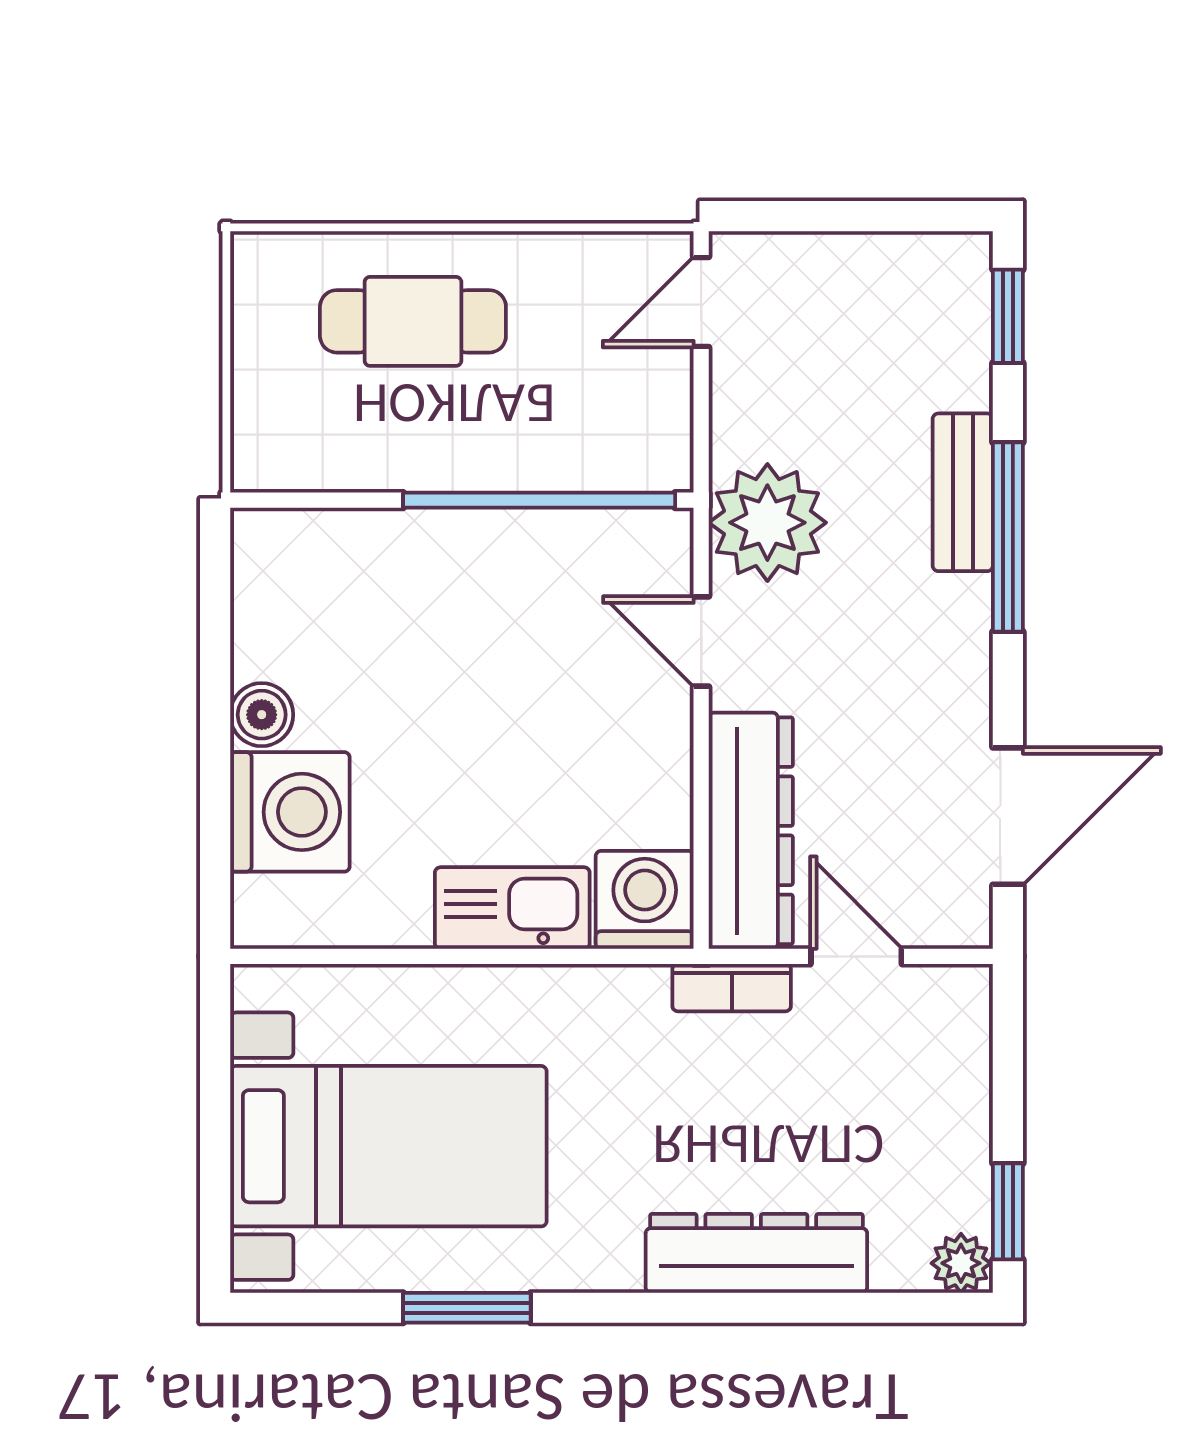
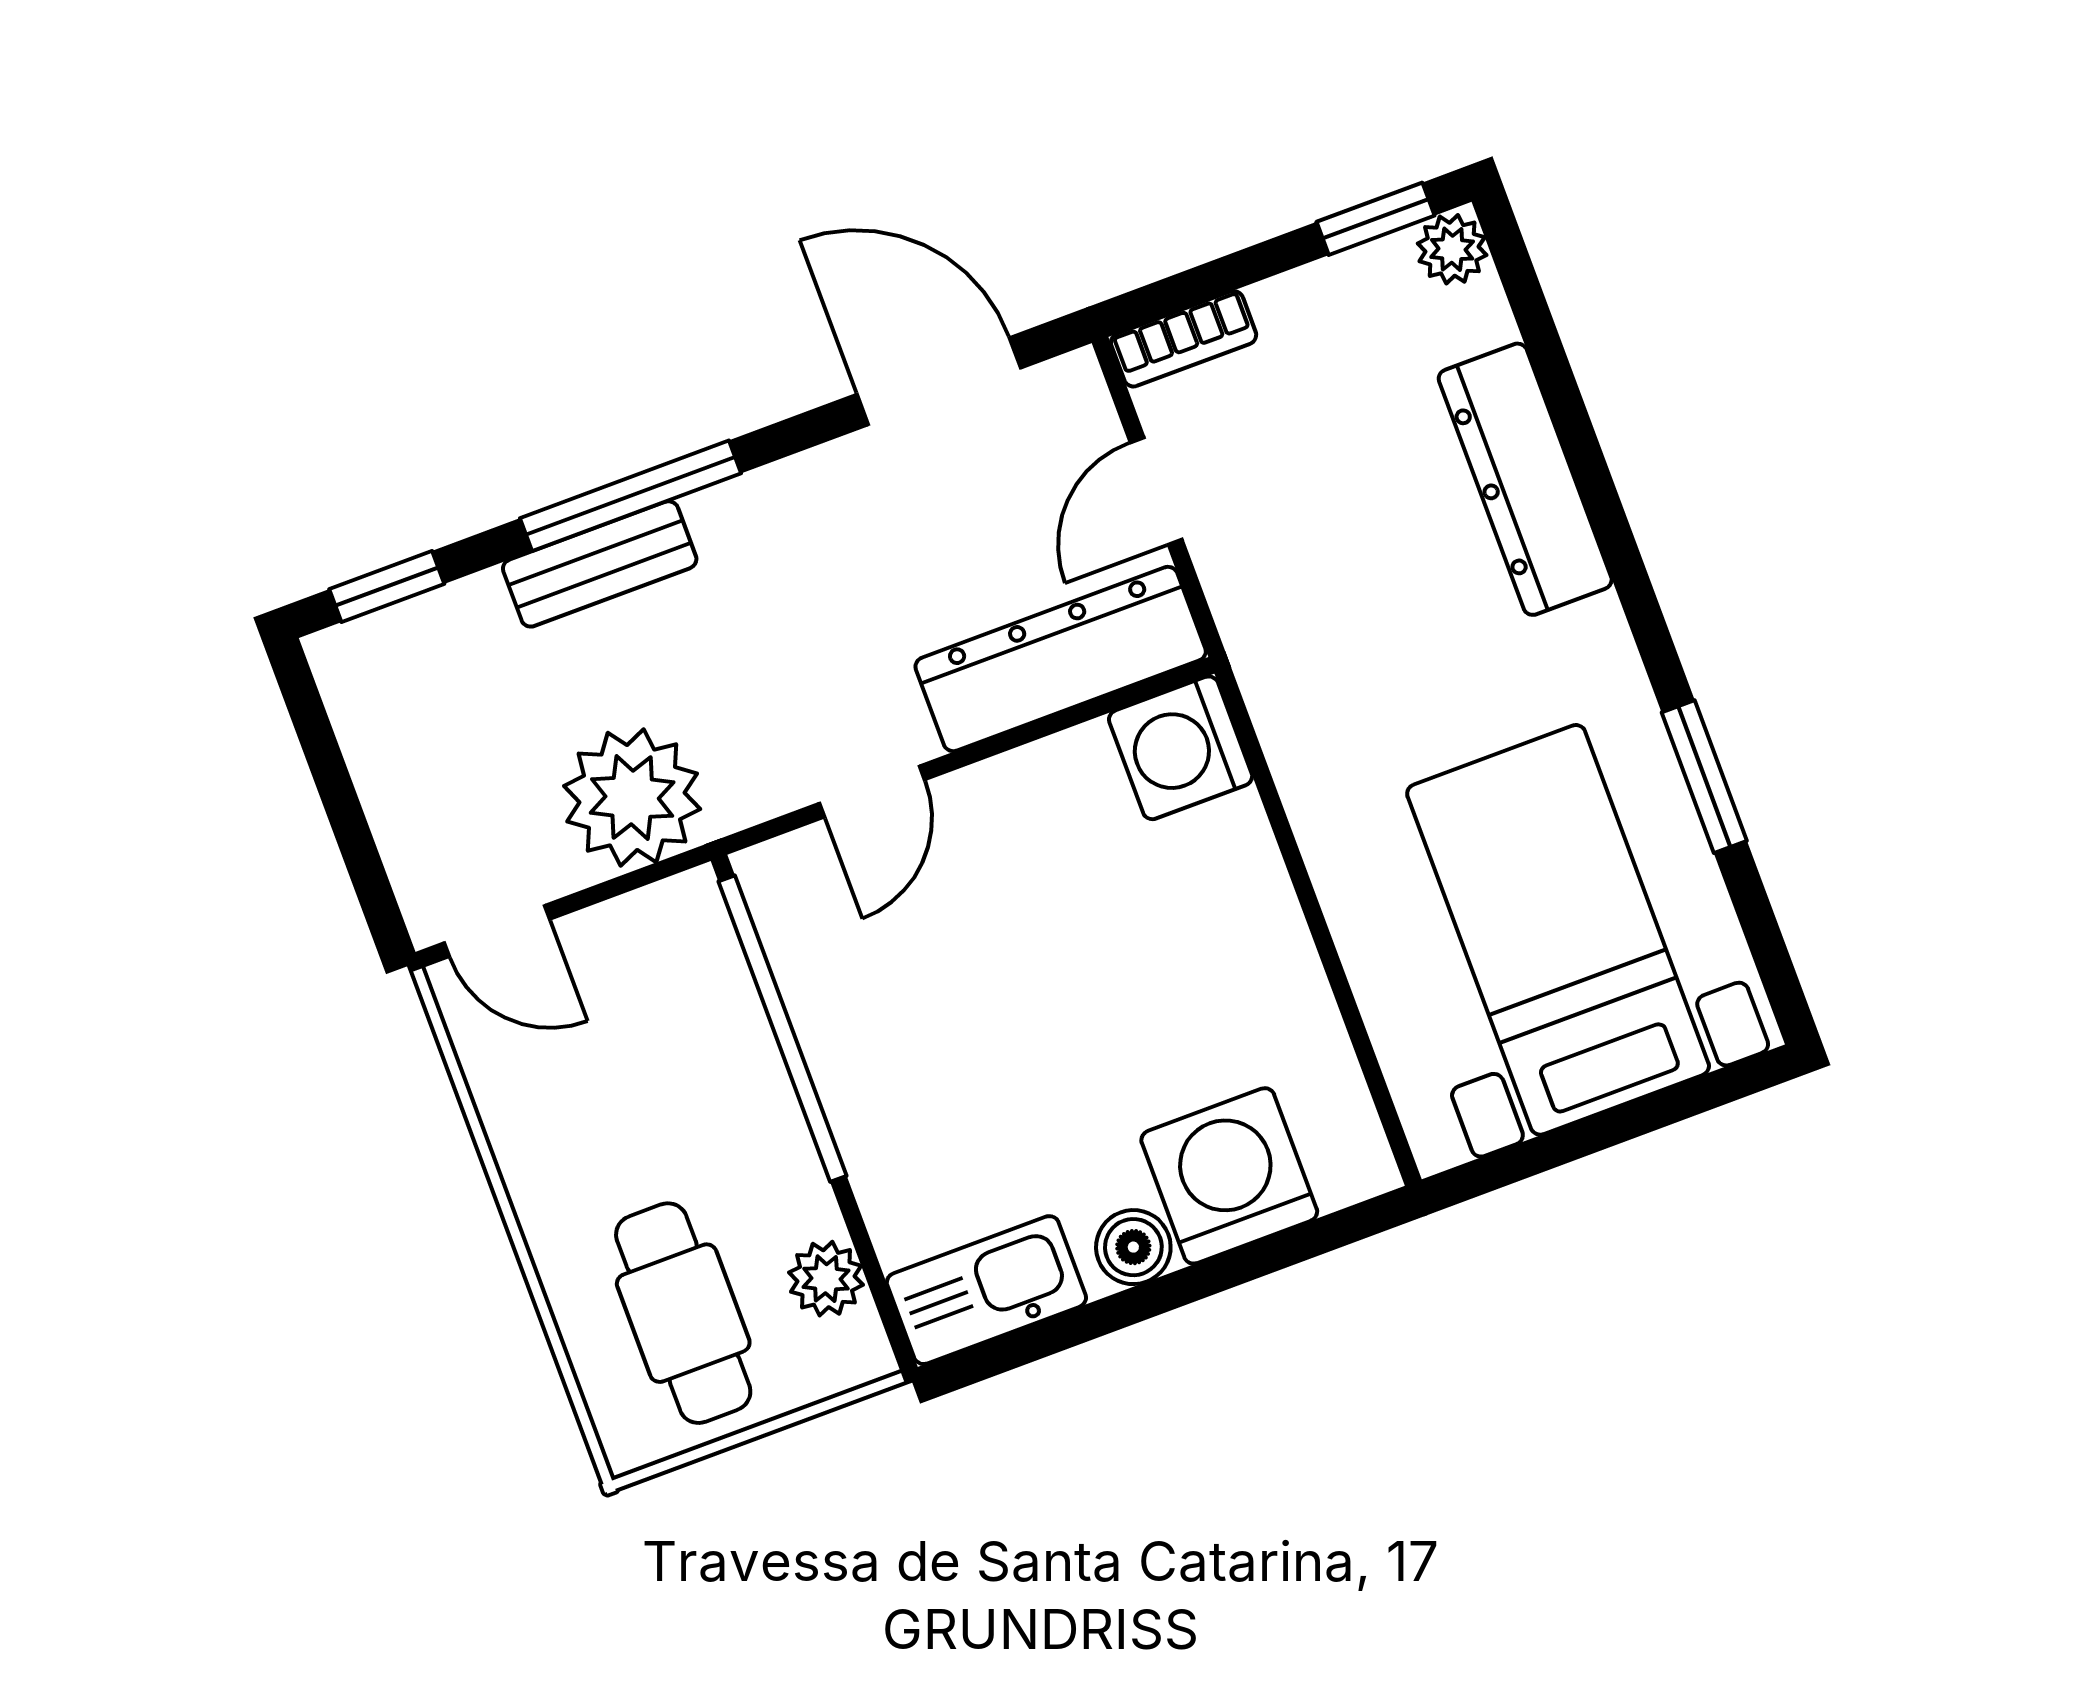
cafe table: (413, 321) -> (683, 1313), moved
plant: (327, 461) -> (826, 1279), added
plant: (767, 523) -> (632, 797), moved
kitchen sink: (512, 908) -> (986, 1290), moved, turned 90
bookcase: (732, 988) -> (1184, 339), moved, turned 90

